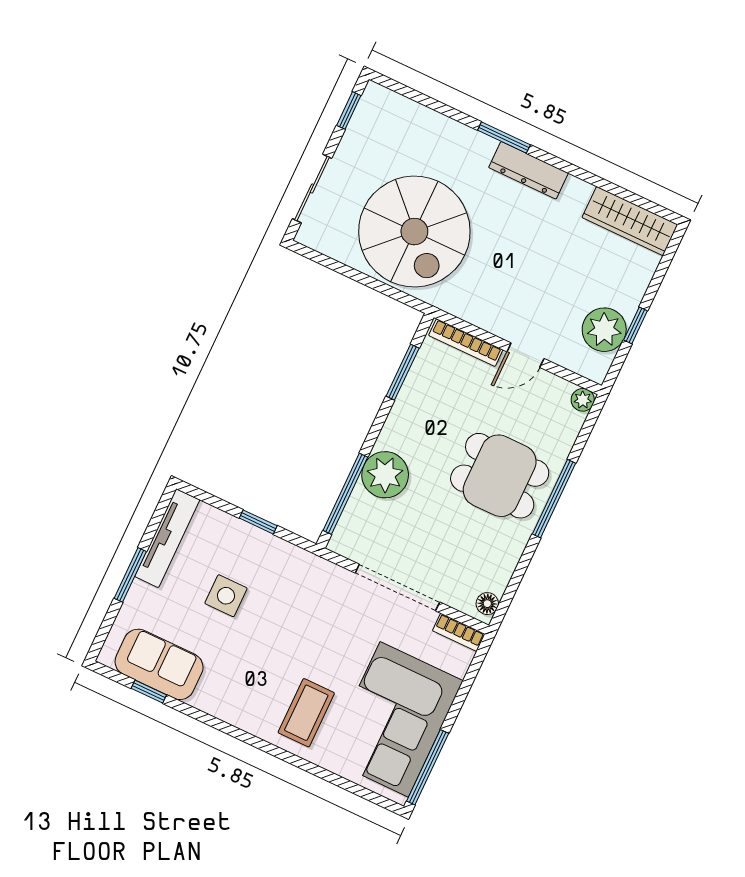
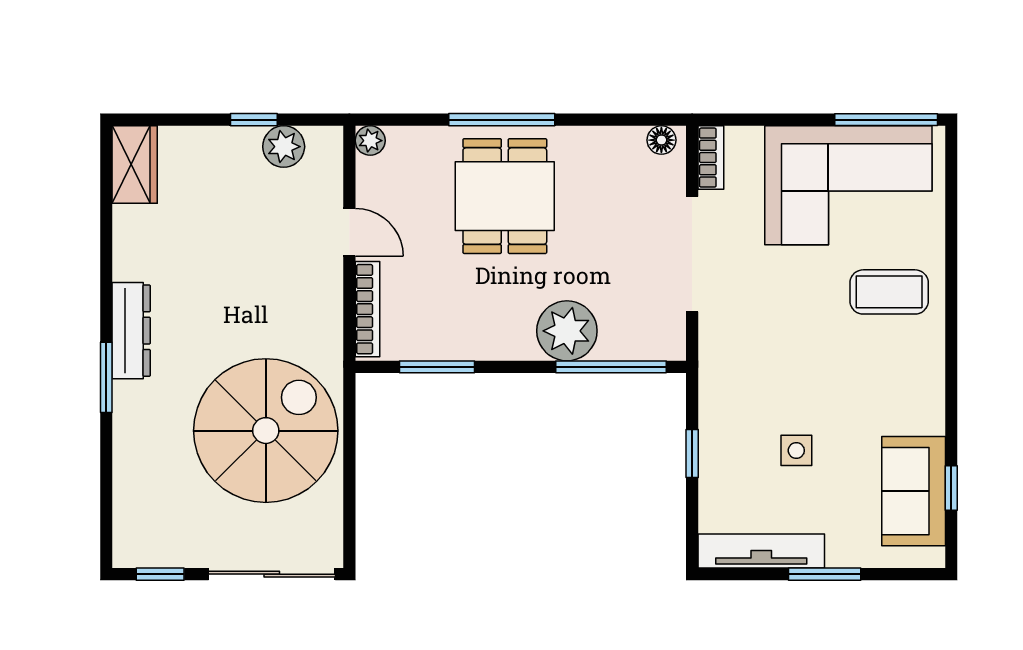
sliding door: (312, 189) -> (272, 574), width x1.37
wardrobe: (630, 221) -> (135, 164), width x0.67
plant: (604, 330) -> (284, 147), width x0.73, depth x0.73
side table: (226, 596) -> (796, 450), width x0.73, depth x0.73

